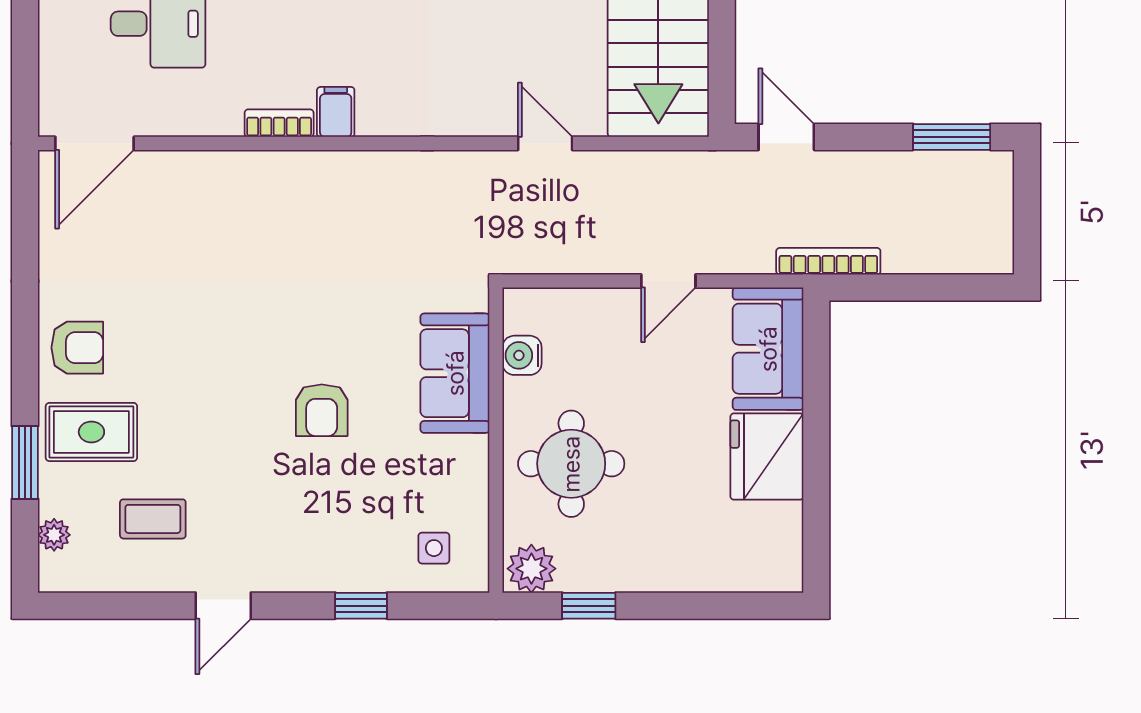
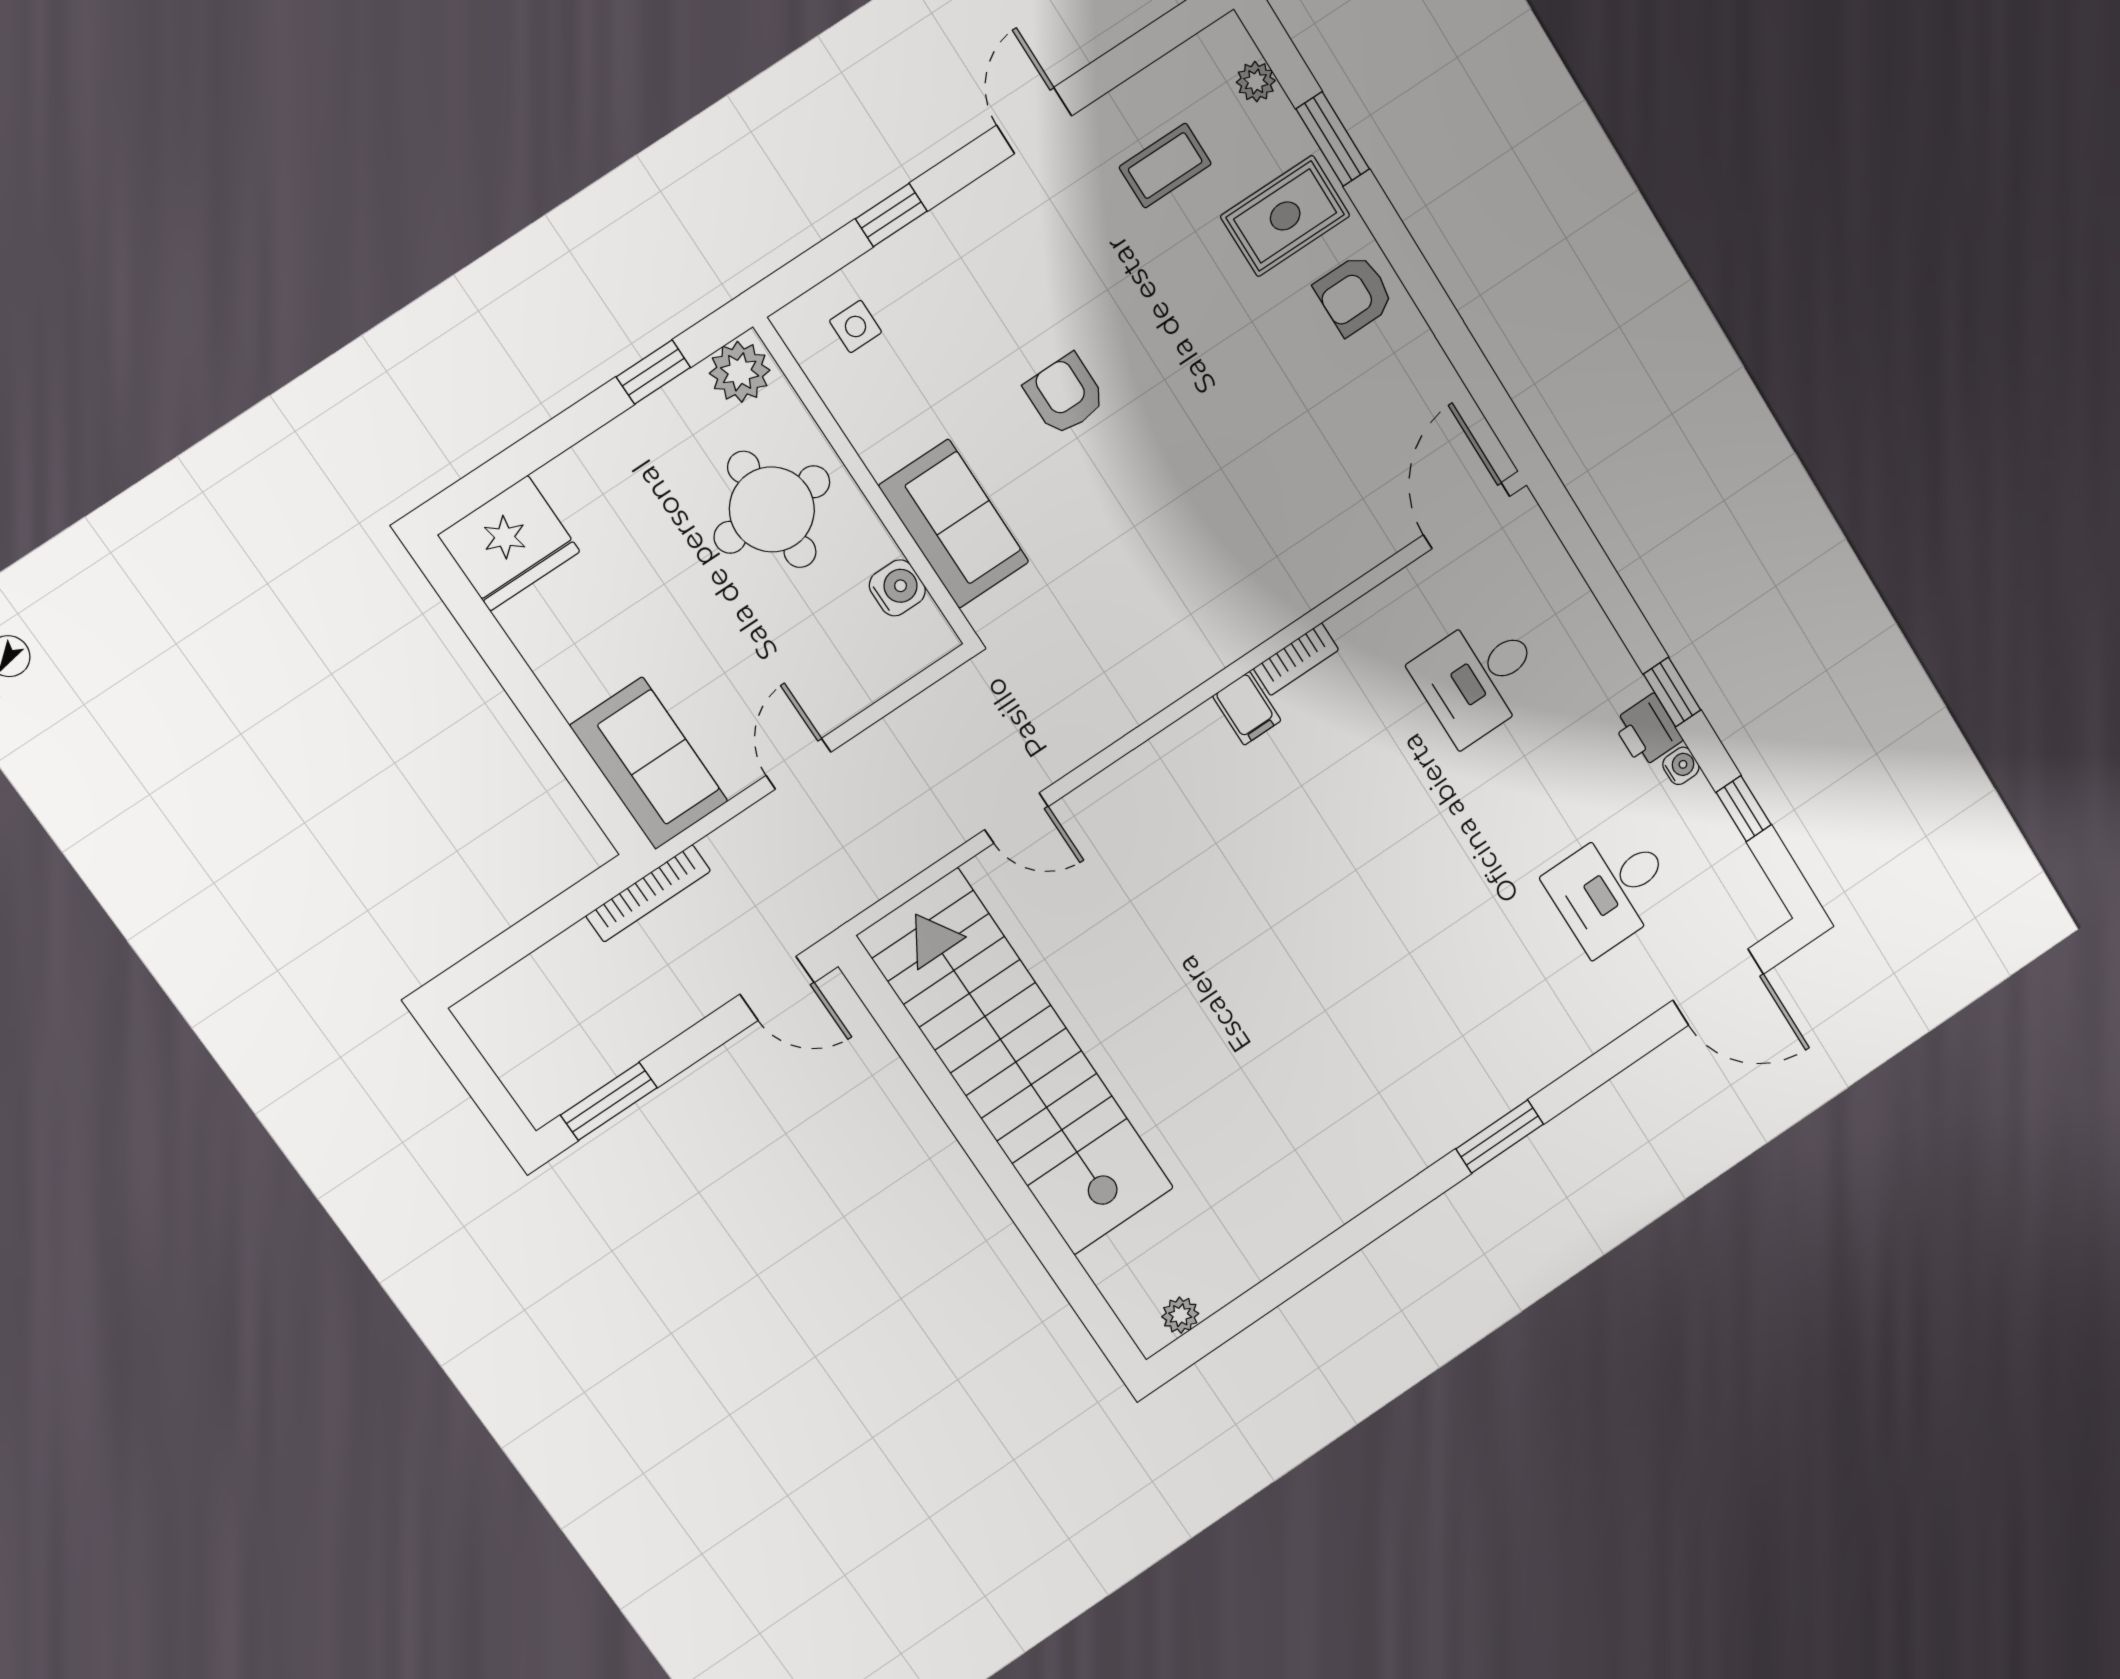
fridge: (767, 457) -> (509, 543), moved, turned 90

